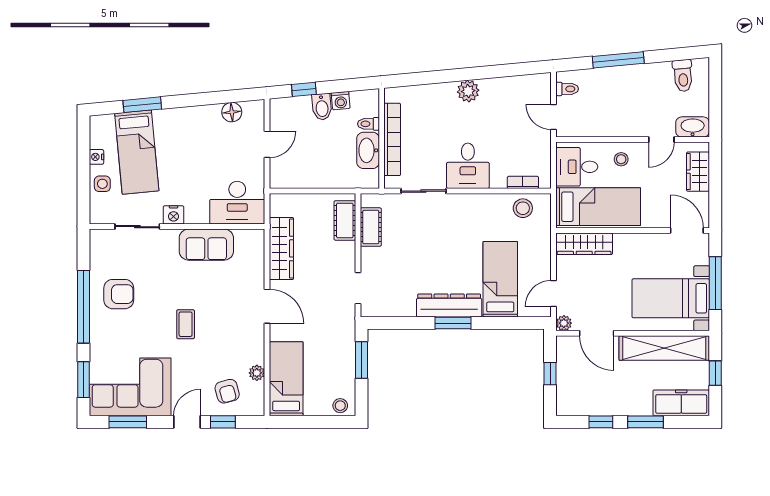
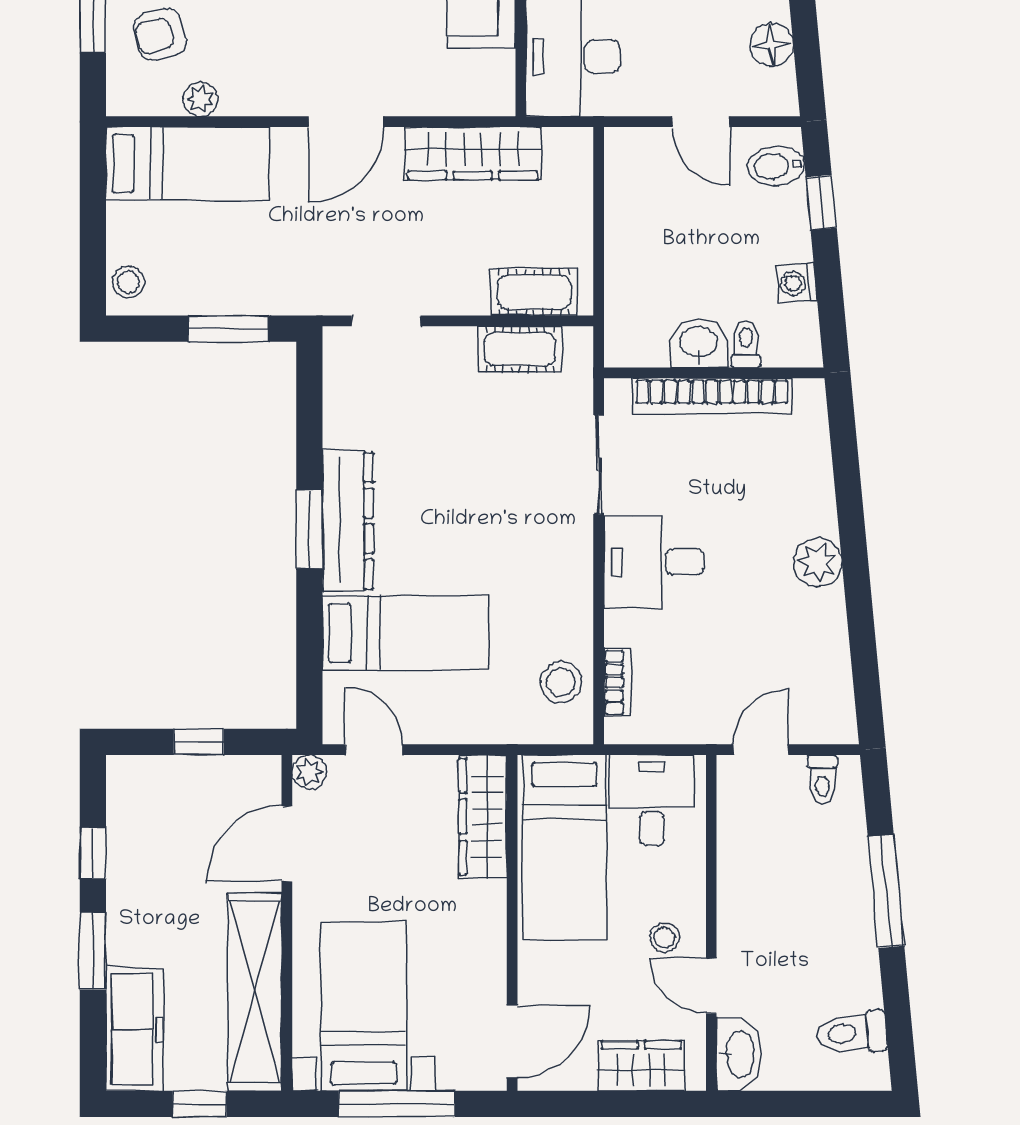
bidet: (322, 107) -> (776, 166), moved
washbasin: (368, 150) -> (699, 343), width x0.72
stool: (621, 159) -> (665, 938), moved

